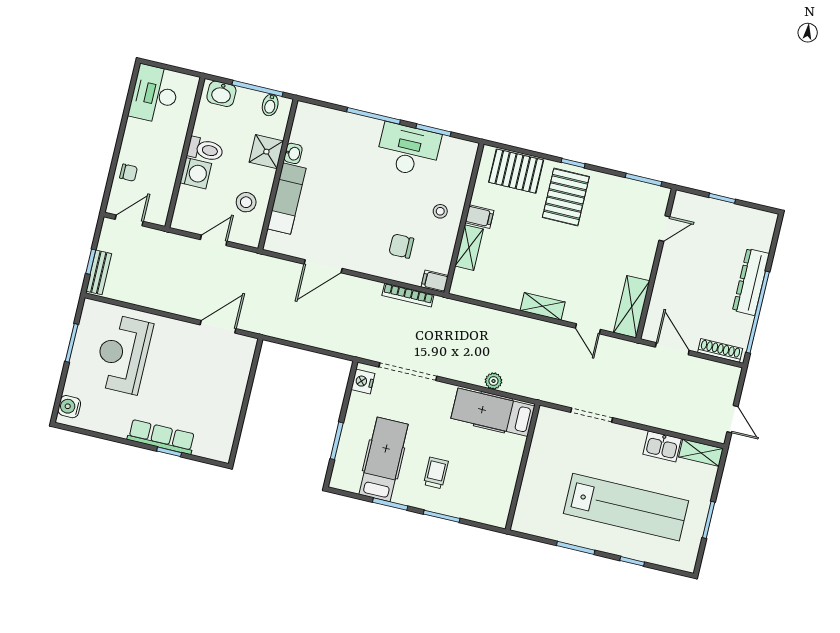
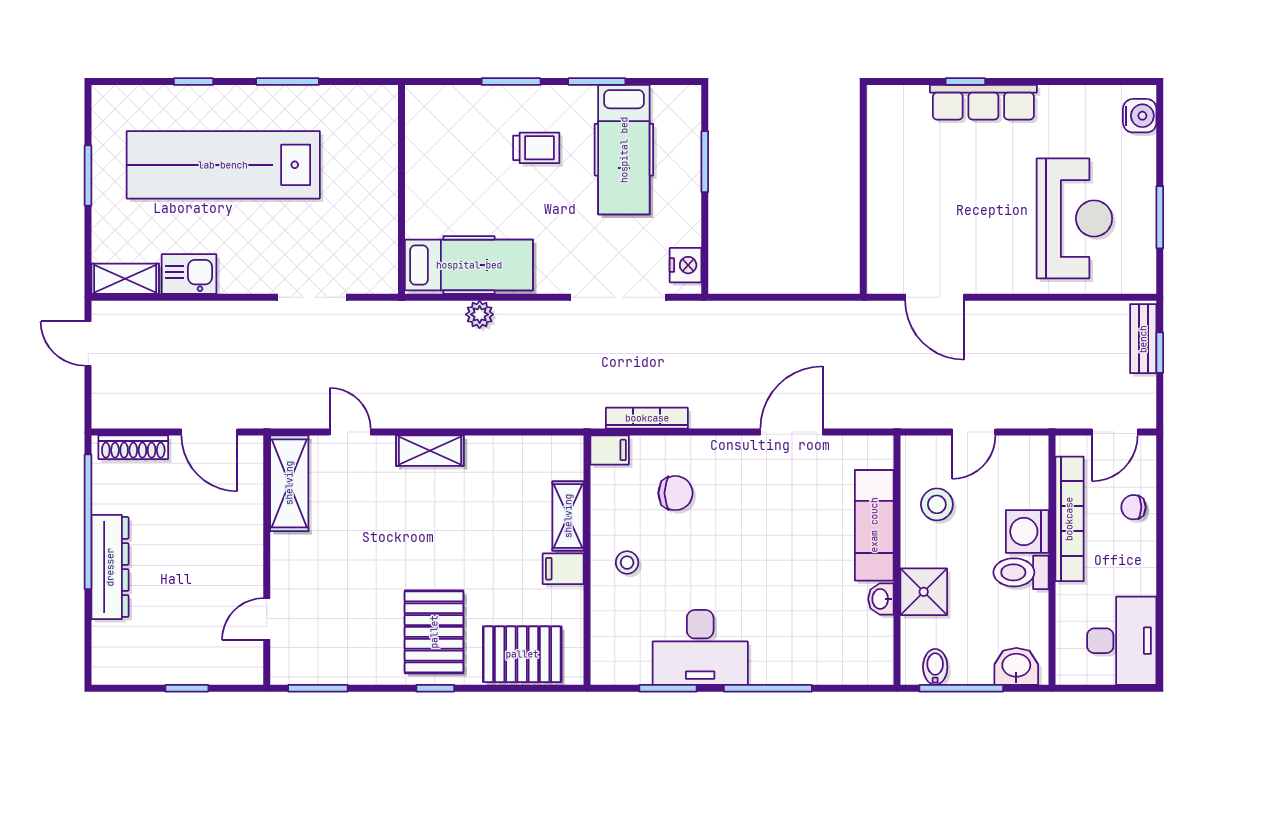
bookcase: (169, 175) -> (1069, 519), added
door: (218, 327) -> (935, 297), hinge flipped
trolley: (436, 473) -> (536, 148), turned -90

